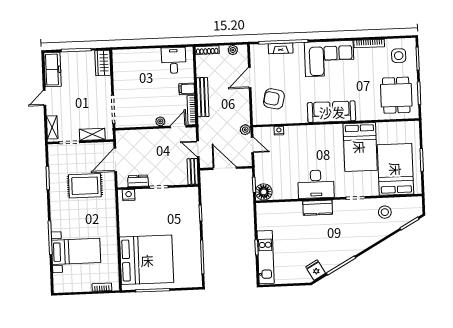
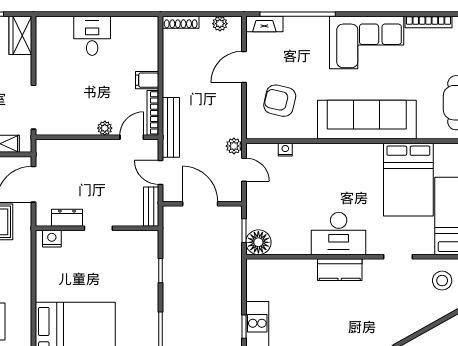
fireplace: (281, 48) -> (264, 24), moved
desk: (174, 60) -> (92, 36), moved
bench: (203, 97) -> (171, 127), moved
sofa: (332, 112) -> (367, 120), width x1.36, depth x1.27

